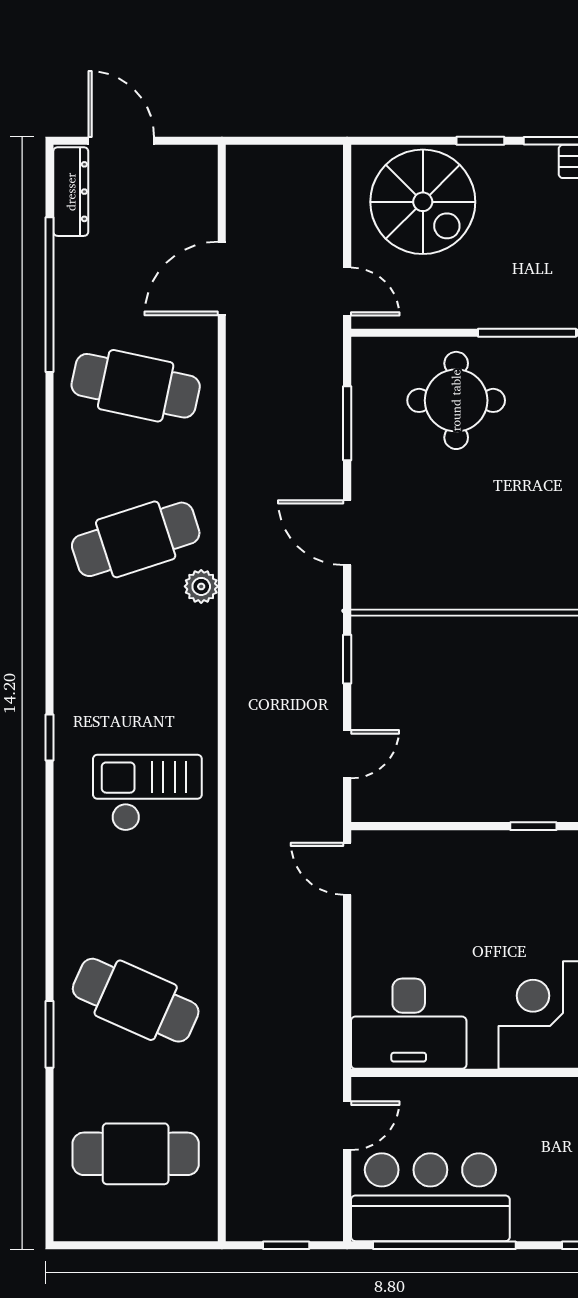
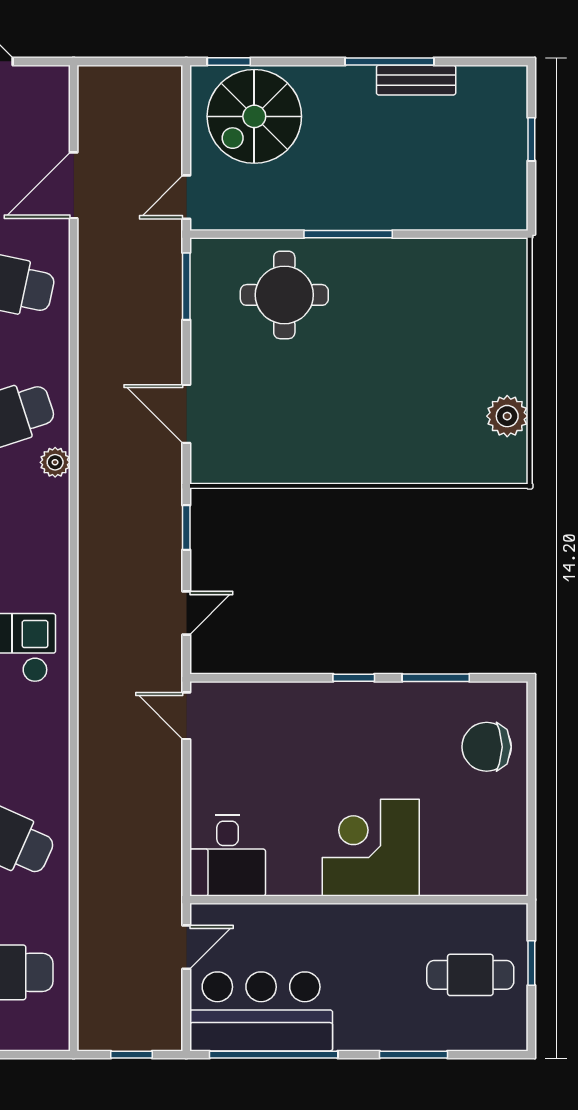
window: (480, 141) -> (229, 61), moved
spiral stairs: (423, 202) -> (254, 116), turned 90
door: (347, 292) -> (186, 197), swing flipped
window: (347, 423) -> (186, 286), moved
desk: (409, 1024) -> (228, 855), width x0.73

